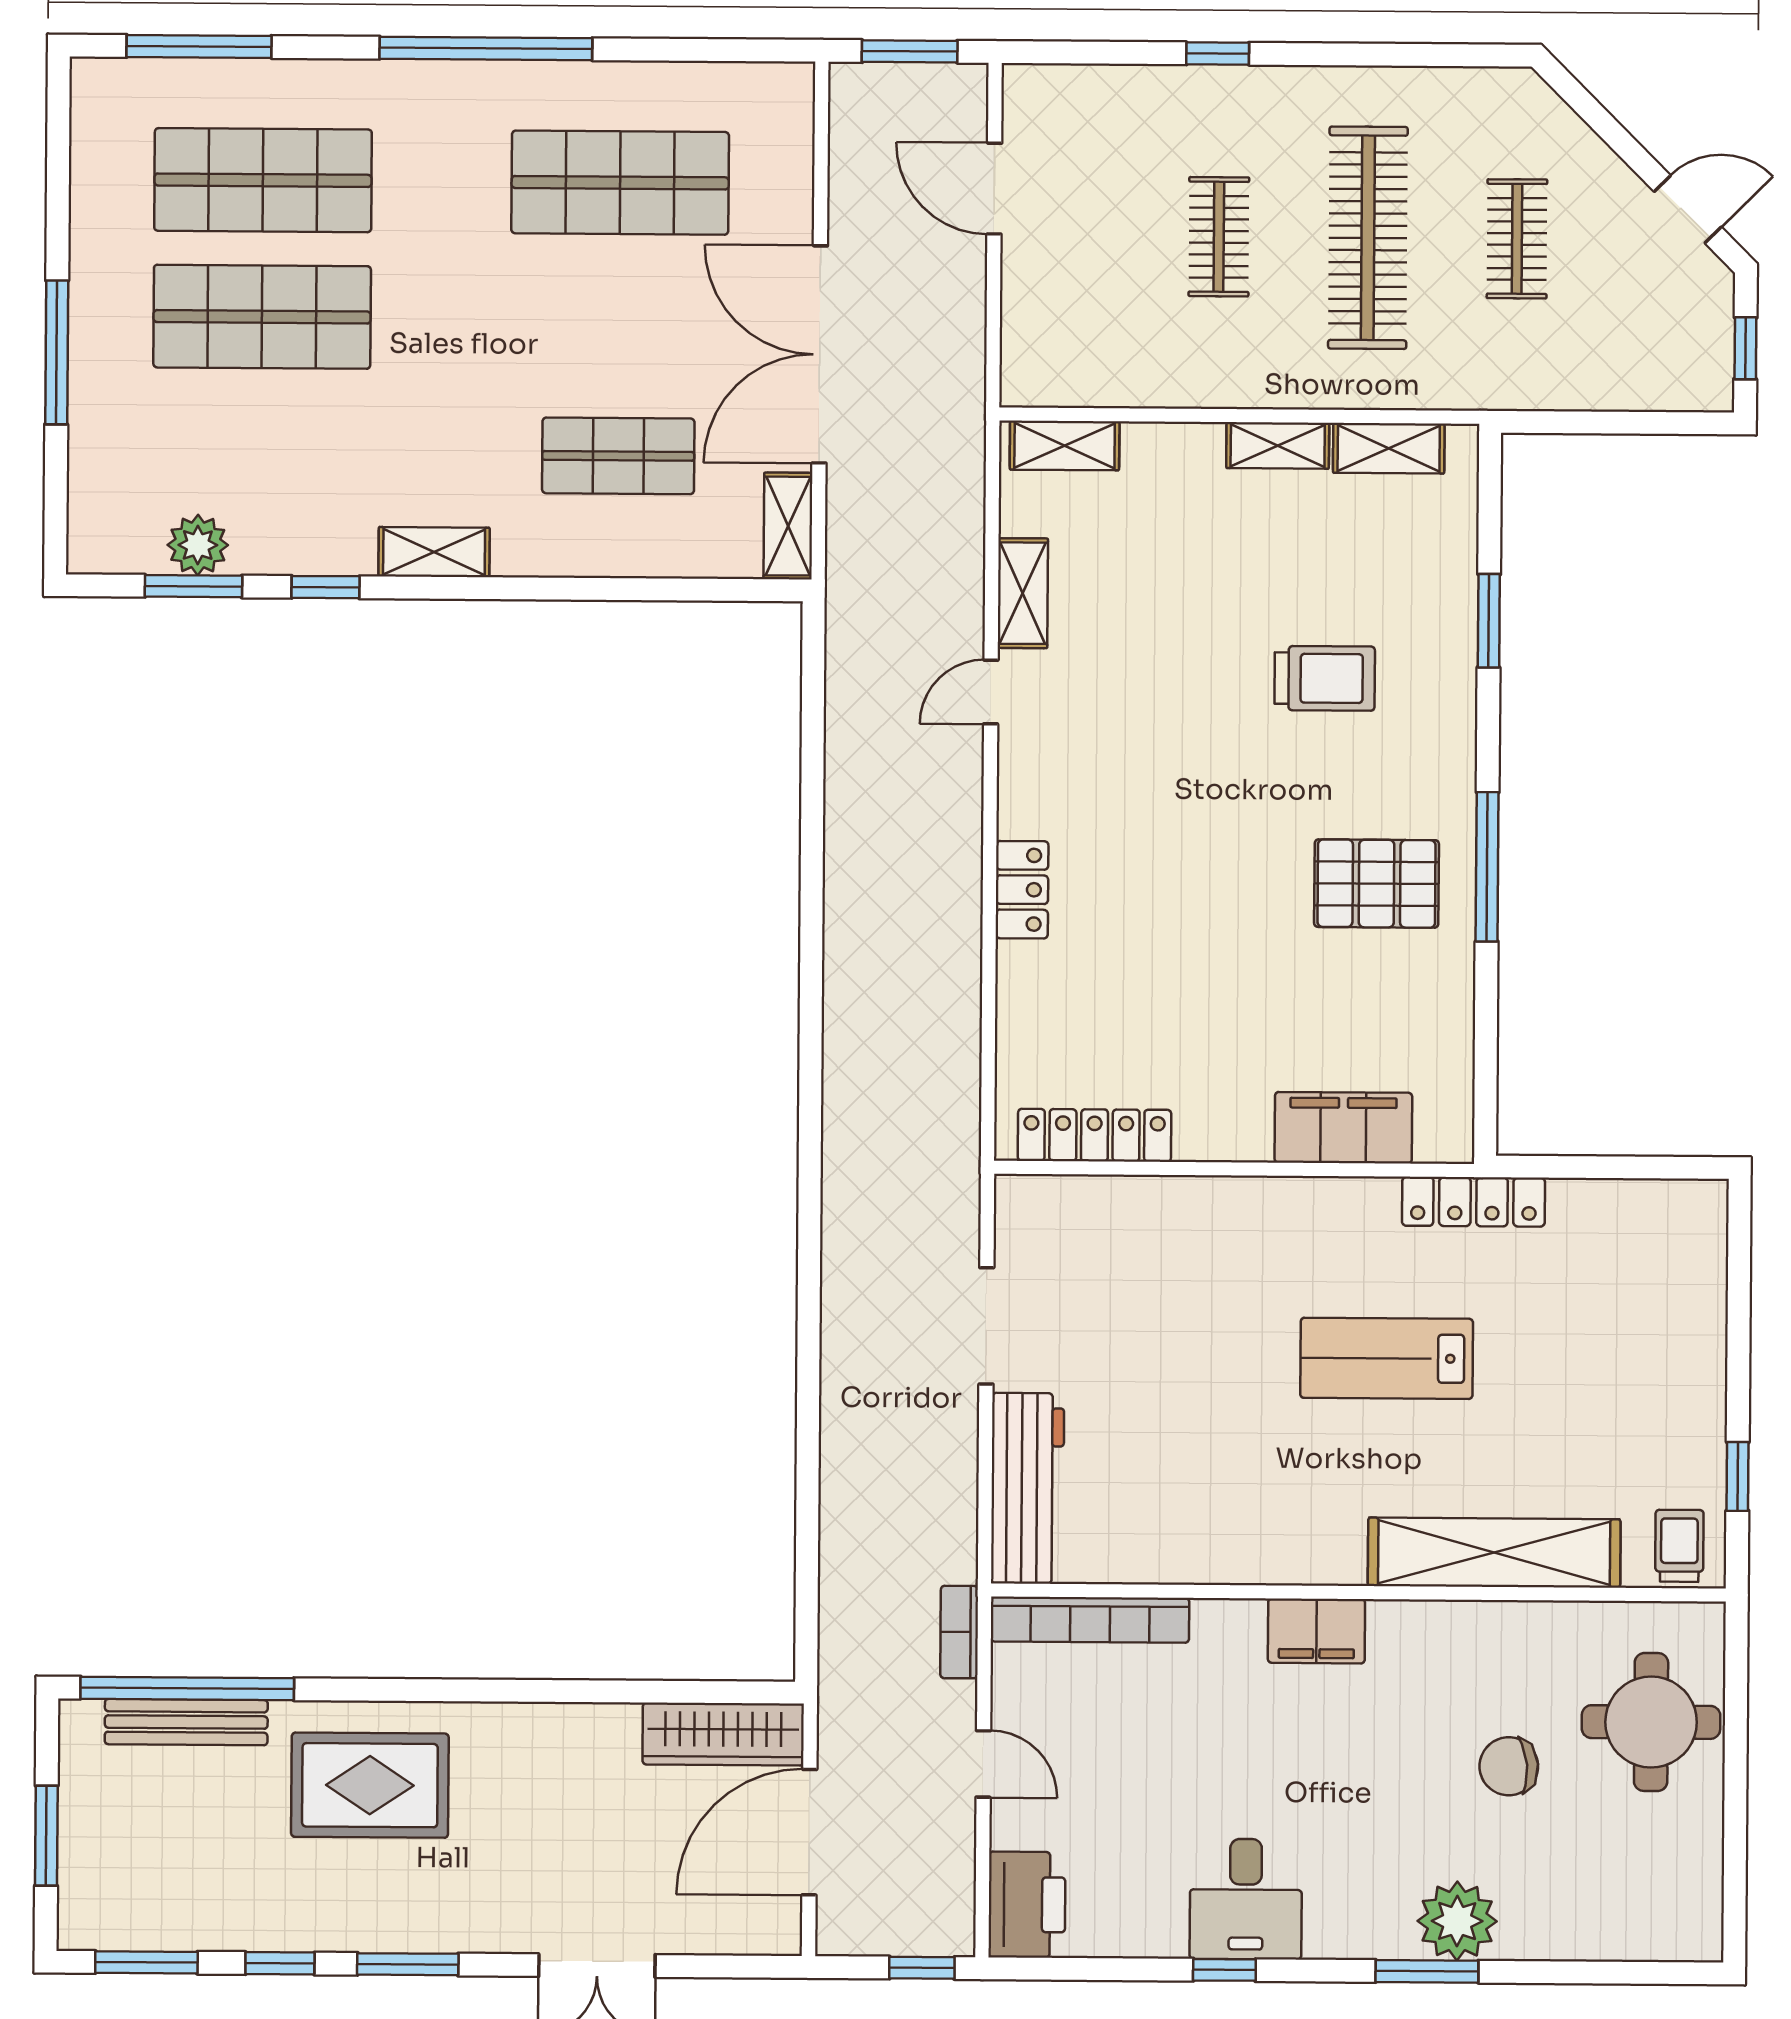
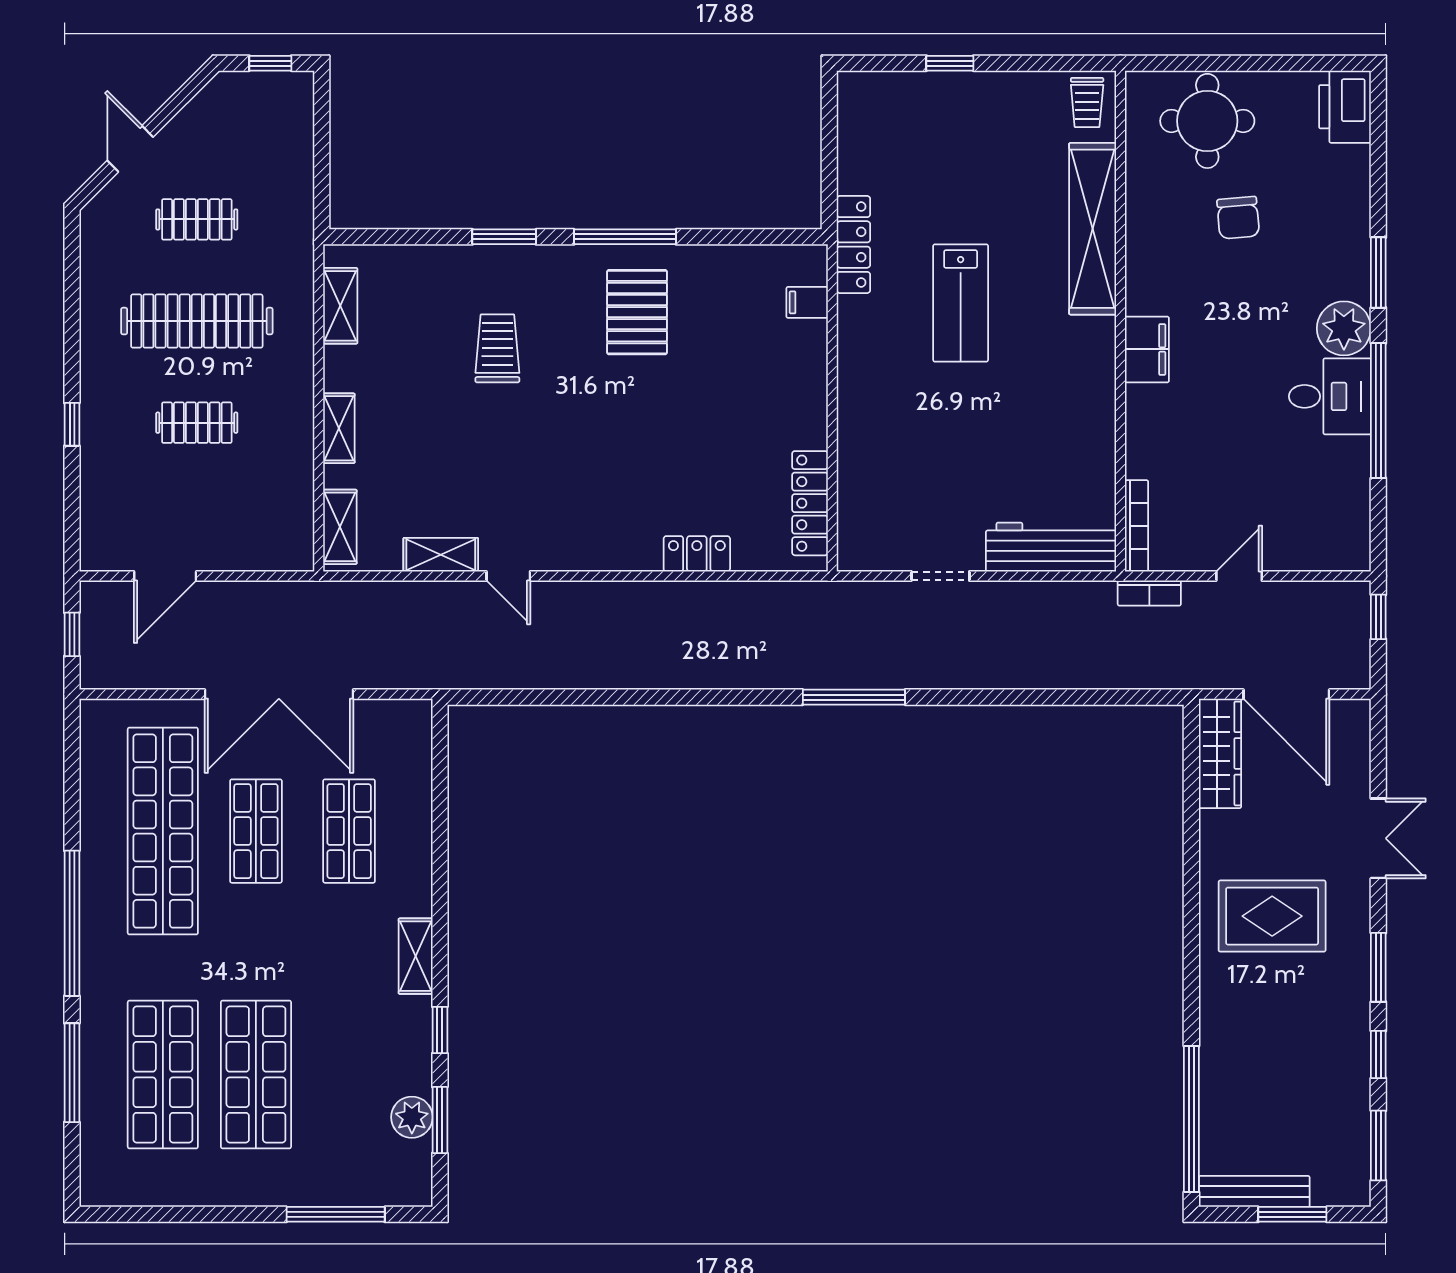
window: (199, 46) -> (72, 1073), moved
window: (910, 51) -> (72, 634), width x0.67
shop shelf: (620, 183) -> (163, 831), width x1.40
door: (1688, 209) -> (130, 149), moved
shop shelf: (619, 319) -> (256, 831), added
window: (57, 352) -> (336, 1214), moved
shelving: (1278, 446) -> (339, 428), moved
shelving: (788, 526) -> (396, 715), removed
window: (1489, 621) -> (504, 237), moved
locker: (1022, 890) -> (697, 554), moved
filing cabinet: (1343, 1128) -> (807, 302), width x0.33, depth x0.86
window: (810, 1198) -> (854, 697), added
doorway: (986, 1326) -> (940, 576), width x0.73
window: (1738, 1476) -> (950, 63), moved
trolley: (1679, 1546) -> (1087, 102), turned -90
bookcase: (1090, 1620) -> (1137, 526), width x0.68, depth x0.76
bench: (186, 1722) -> (1254, 1191), moved, turned 90
rug: (370, 1785) -> (1272, 916), moved, turned 90
printer: (1027, 1905) -> (1345, 107), moved, turned -90
plant: (1457, 1921) -> (1344, 328), moved
window: (1224, 1970) -> (1378, 411), width x3.17

